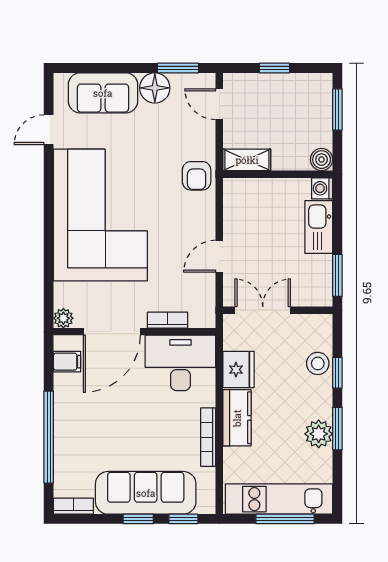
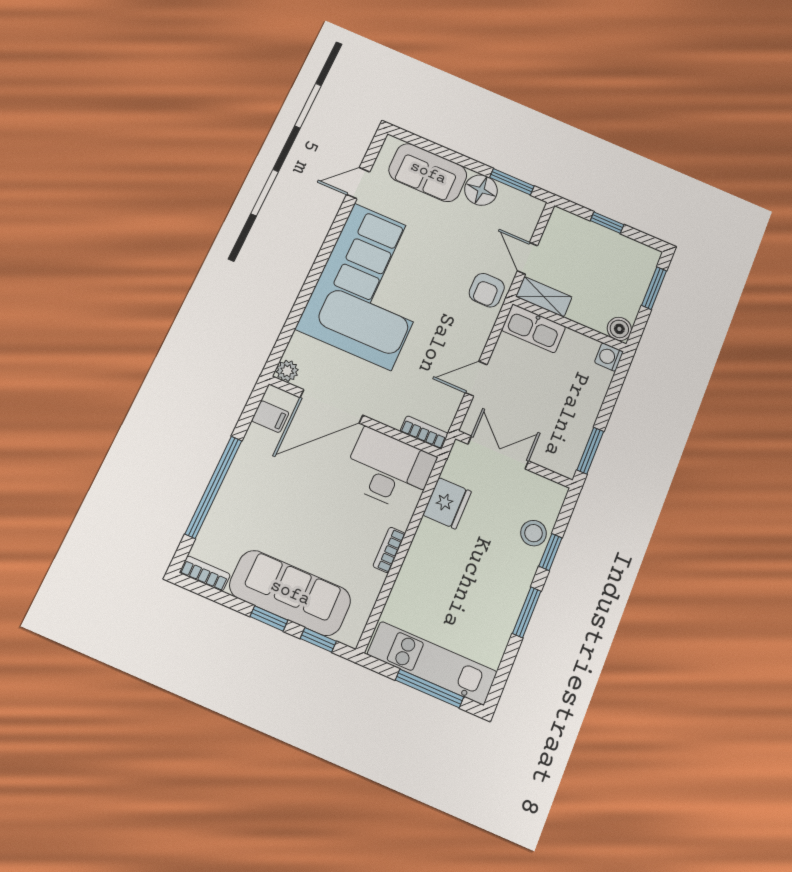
door: (219, 104) -> (527, 258), moved
kitchen sink: (319, 227) -> (534, 328), moved, turned -90
bookcase: (168, 320) -> (424, 432), moved
kitchen counter: (237, 418) -> (424, 554), removed
plant: (319, 434) -> (504, 609), removed
bookcase: (208, 437) -> (389, 550), width x0.64

